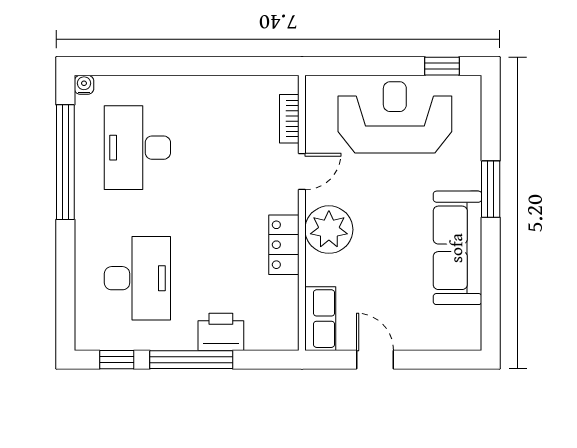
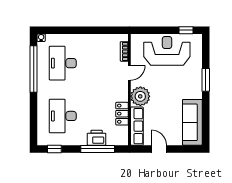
locker: (284, 245) -> (122, 114), moved
sofa: (457, 248) -> (192, 122), moved
desk: (137, 278) -> (63, 116), turned 180
row of seats: (320, 319) -> (137, 126), width x1.48
window: (191, 360) -> (98, 149), moved

